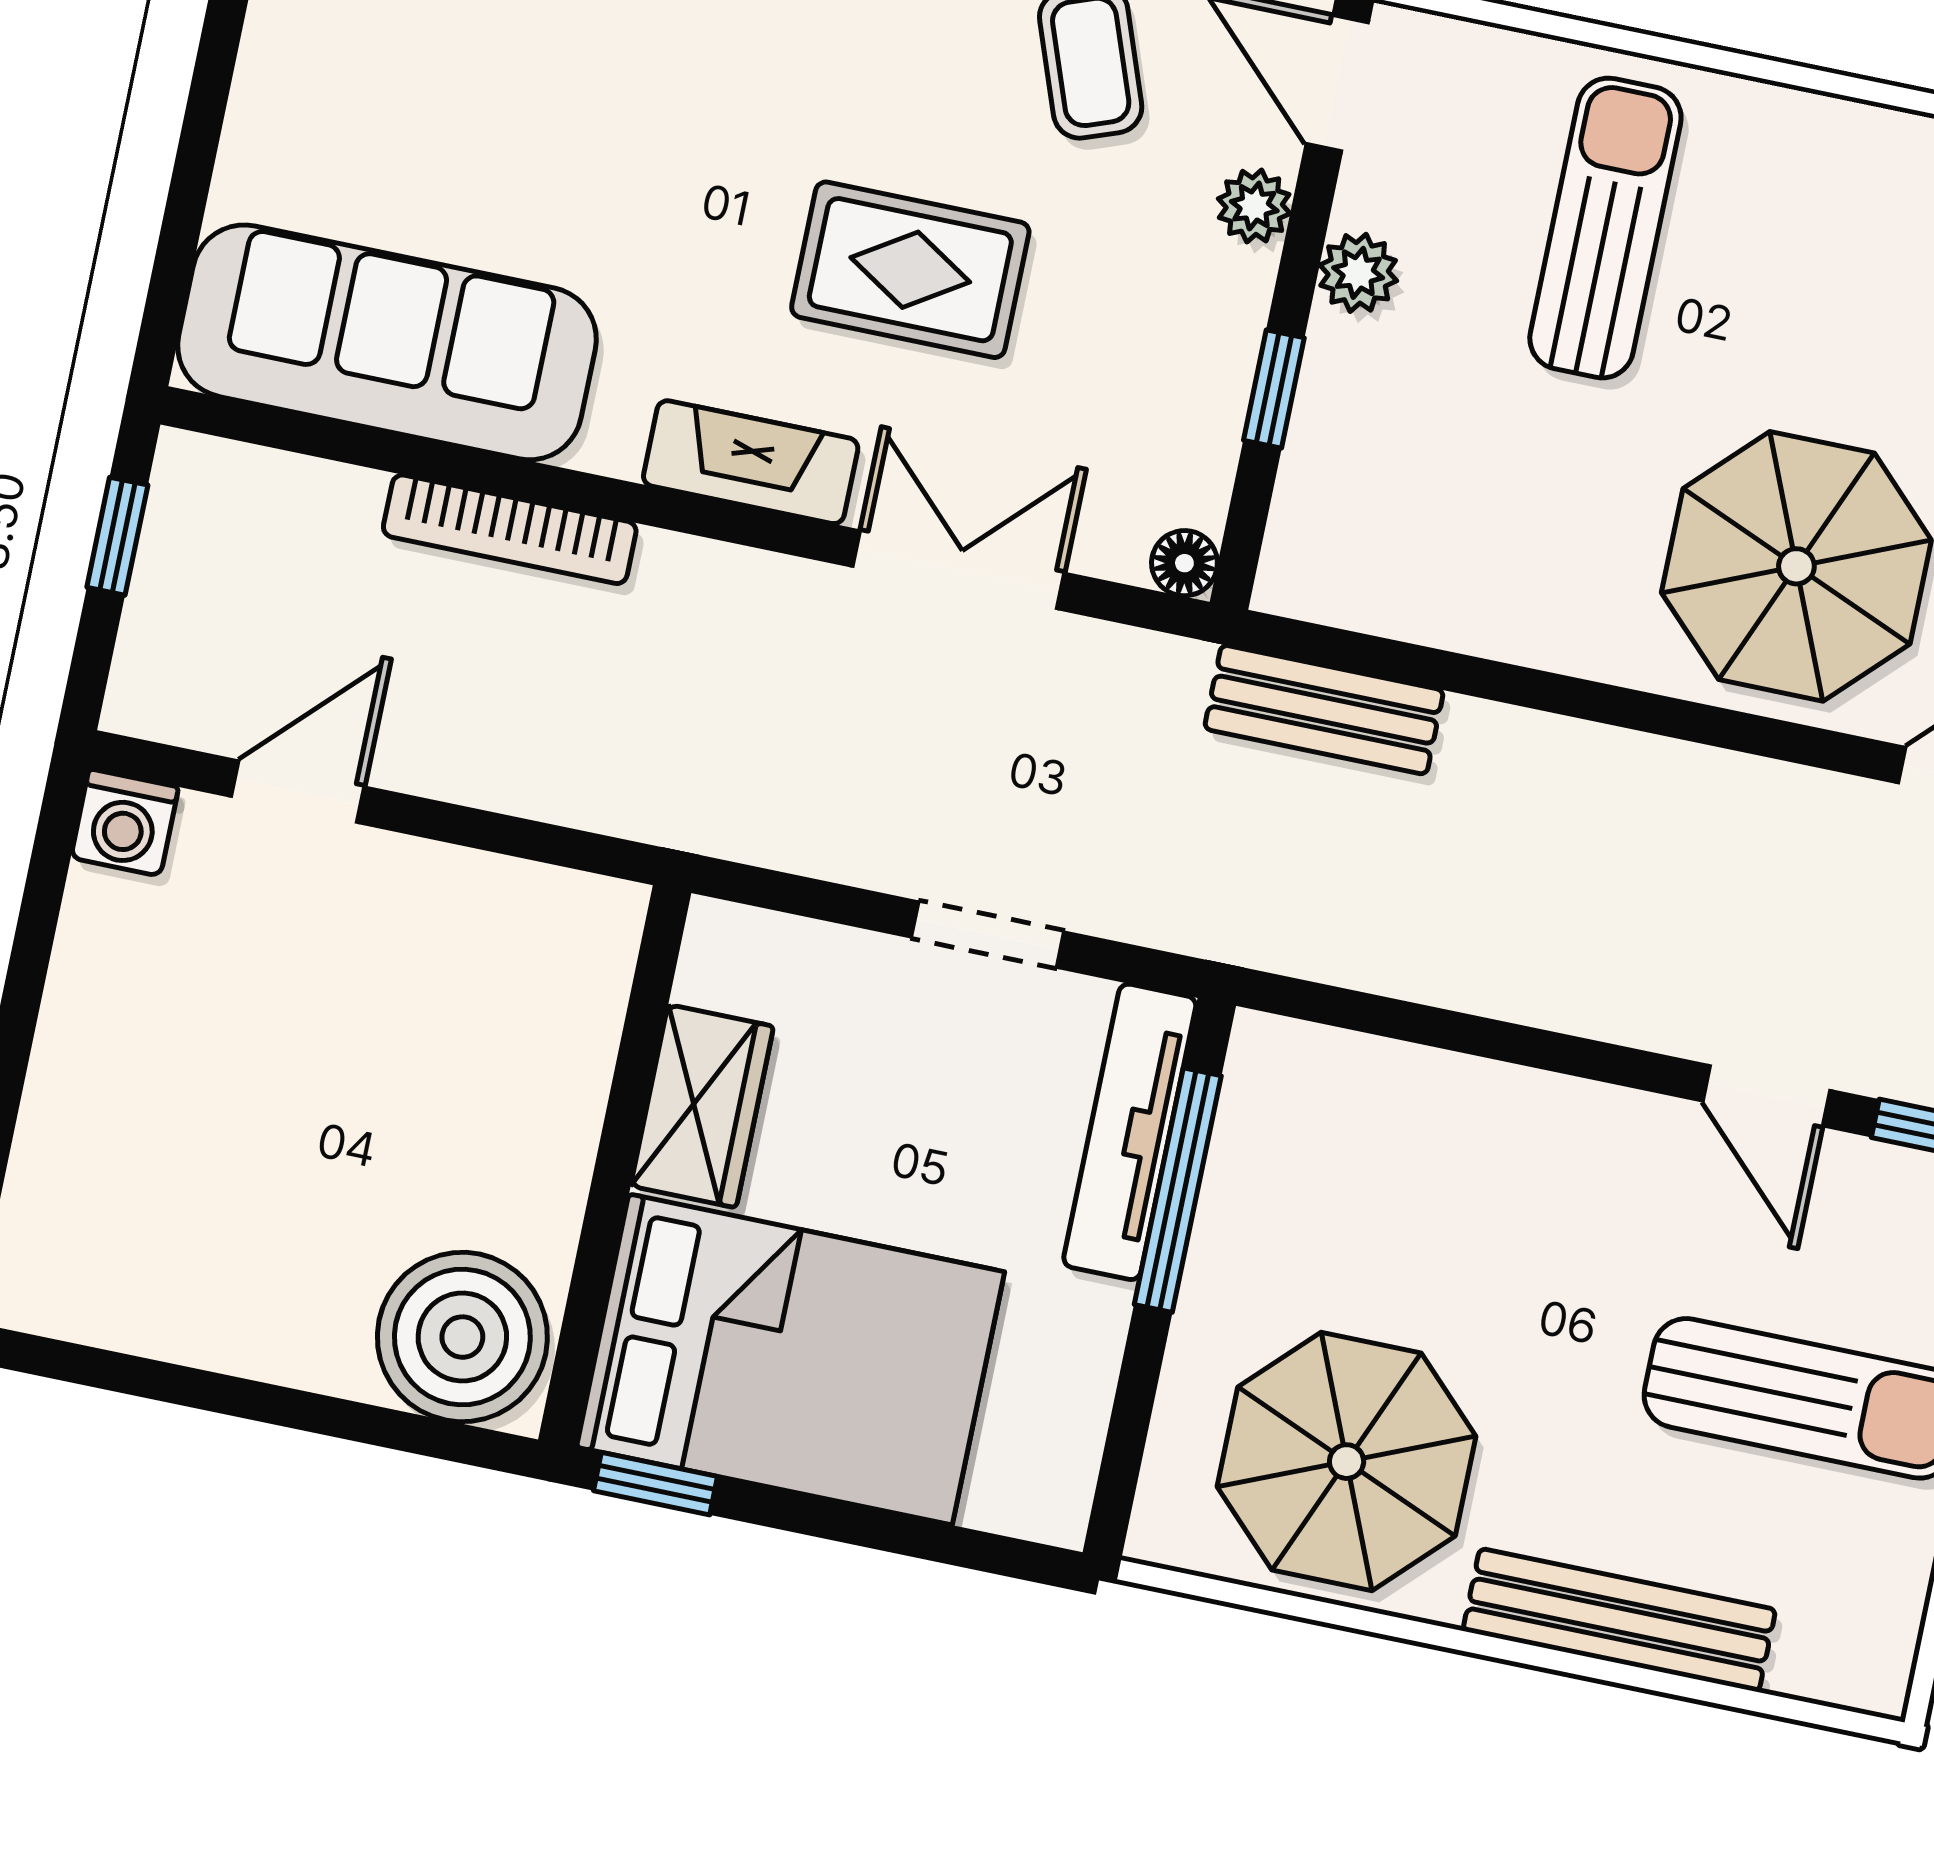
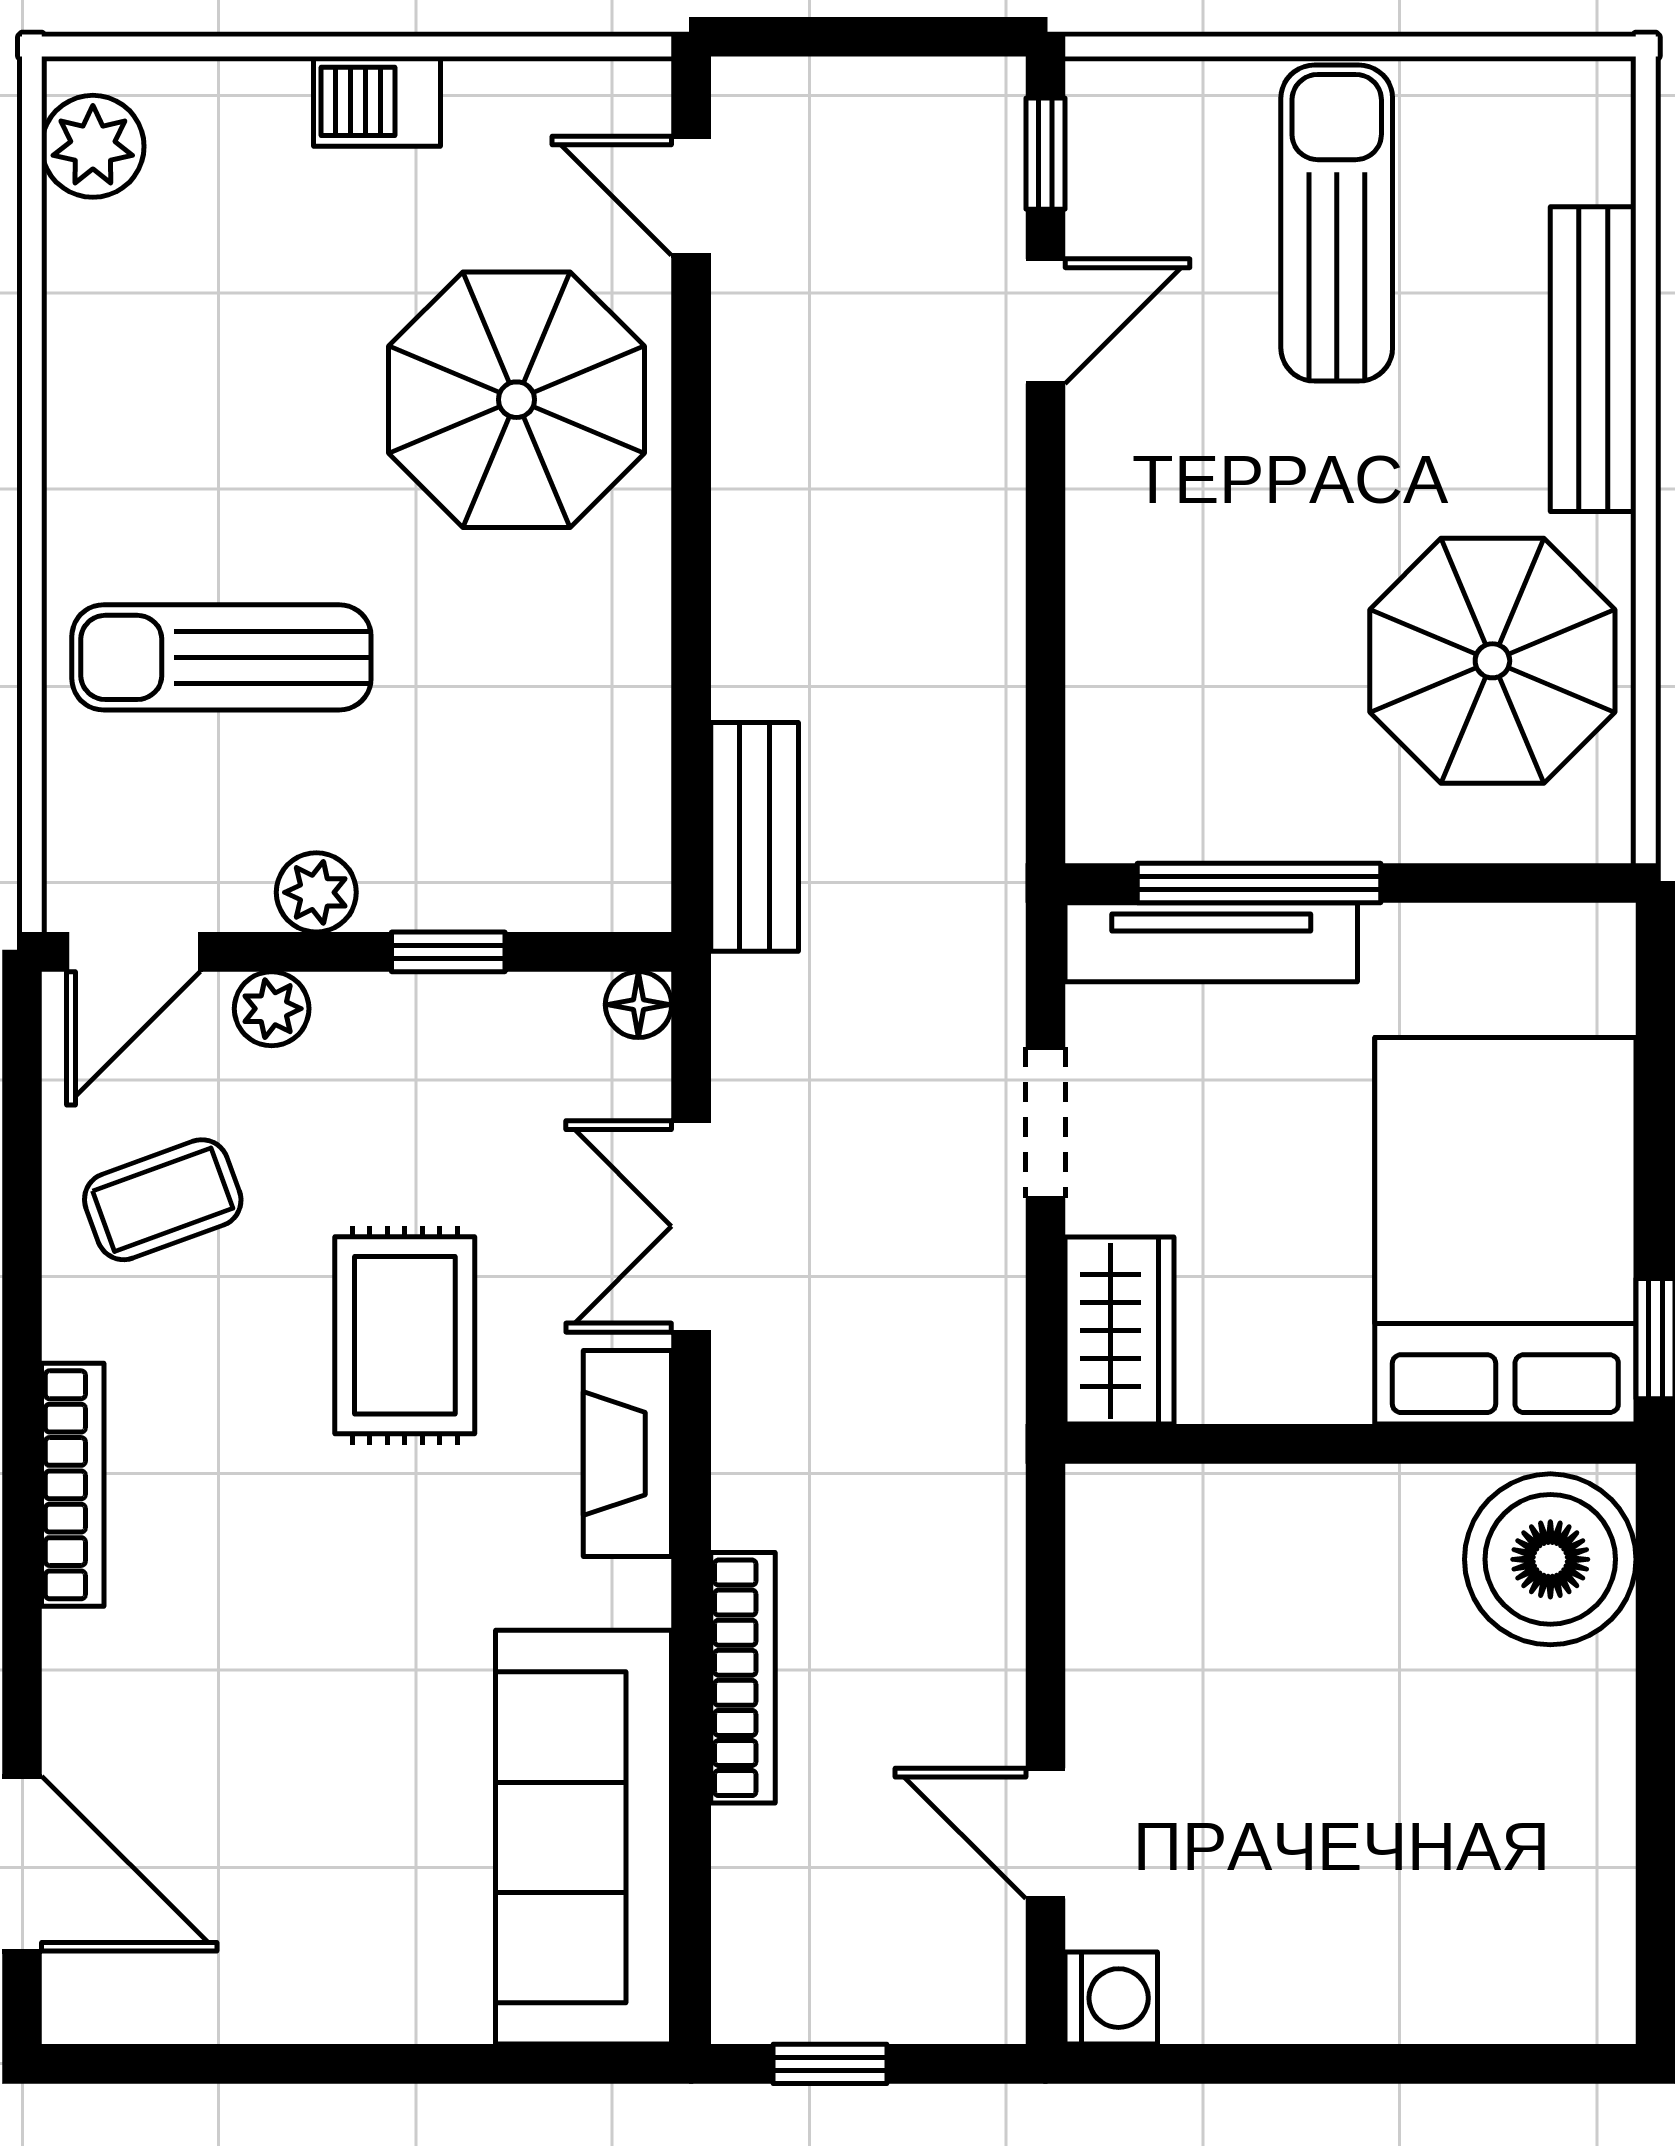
wardrobe: (702, 1106) -> (1119, 1331), moved, turned 90

